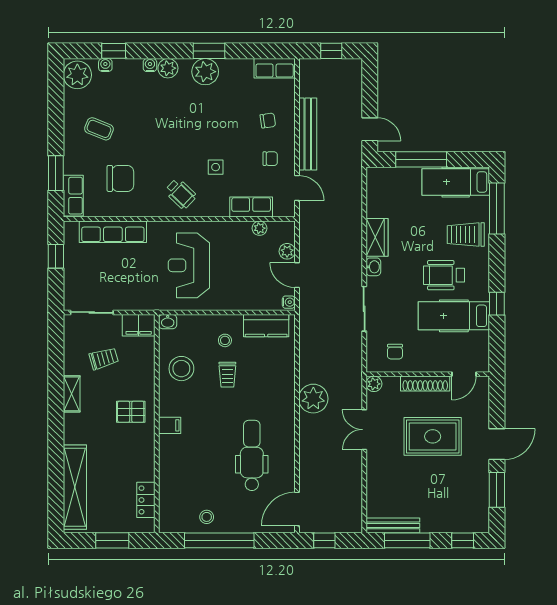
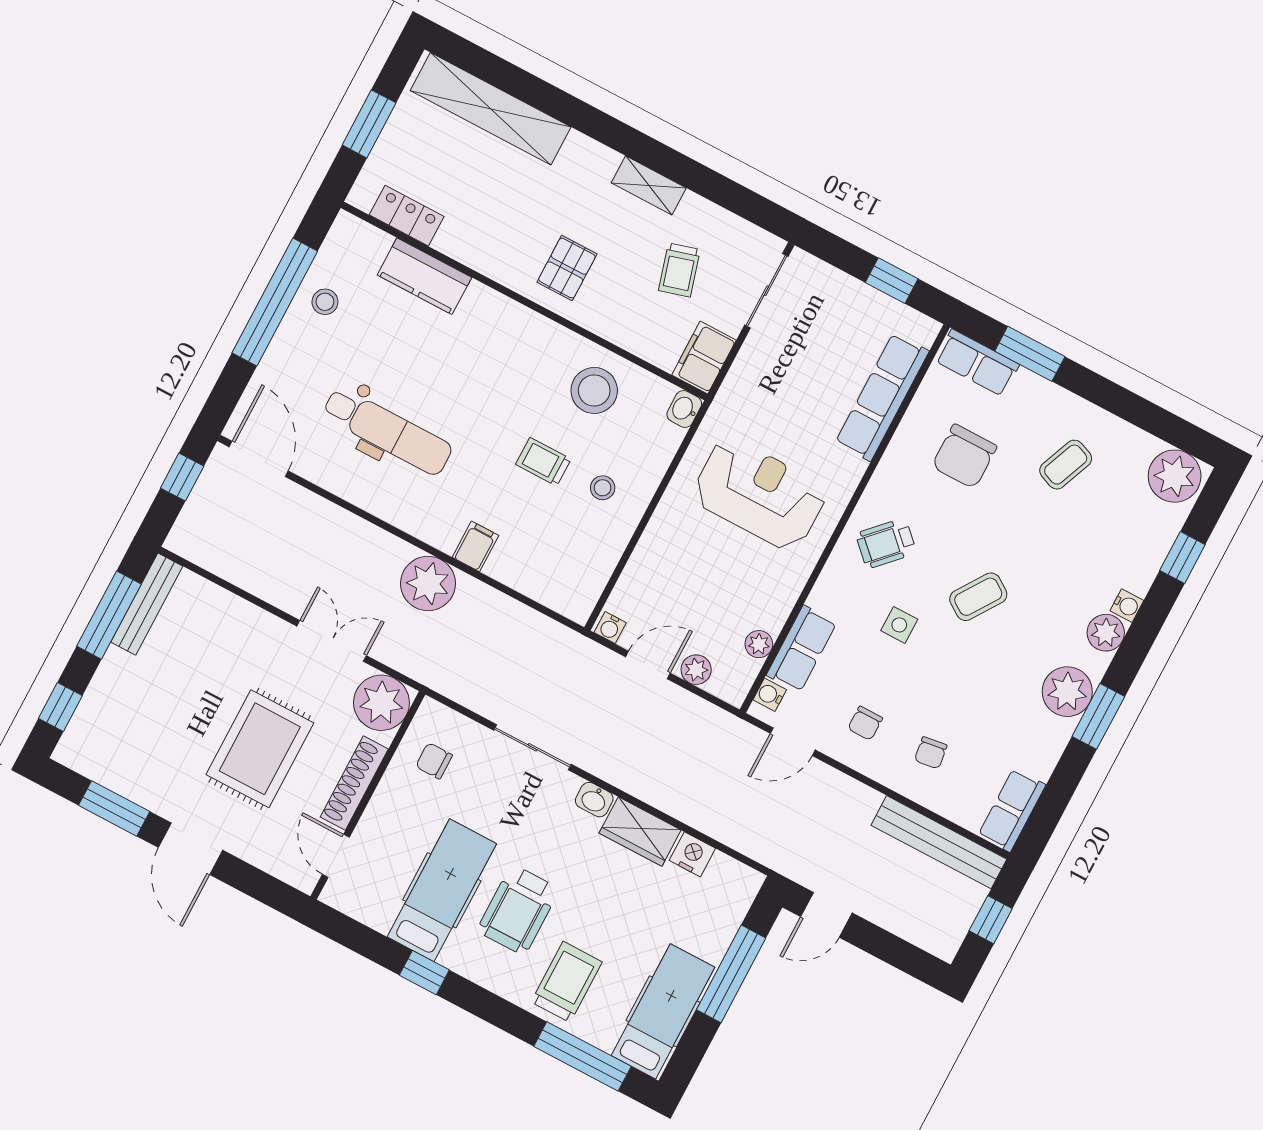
water cooler: (105, 65) -> (770, 695), moved, turned 180
bench: (308, 134) -> (939, 842), moved
coffee table: (183, 137) -> (978, 597), added
nightstand: (375, 207) -> (692, 854), added
wheelchair: (444, 275) -> (518, 910), turned 180
kitchen counter: (266, 326) -> (424, 276), moved, turned -90
plant: (374, 384) -> (381, 703), width x1.87, depth x1.87
filing cabinet: (170, 425) -> (475, 546), moved, turned 180

